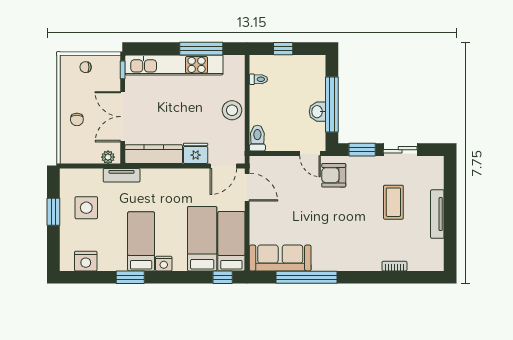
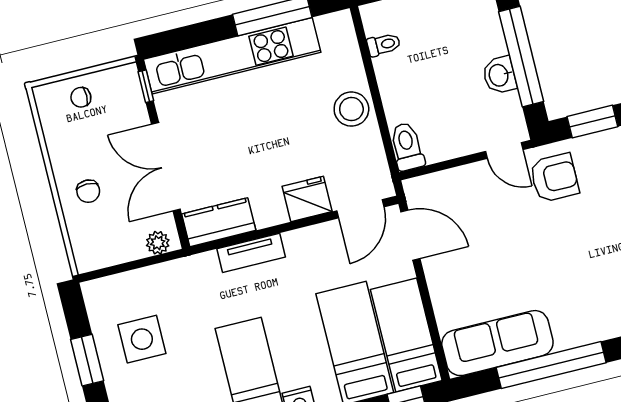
kitchen counter: (154, 154) -> (219, 222), width x0.67
tv unit: (122, 175) -> (251, 253), moved
armchair: (334, 175) -> (554, 178), turned 180

